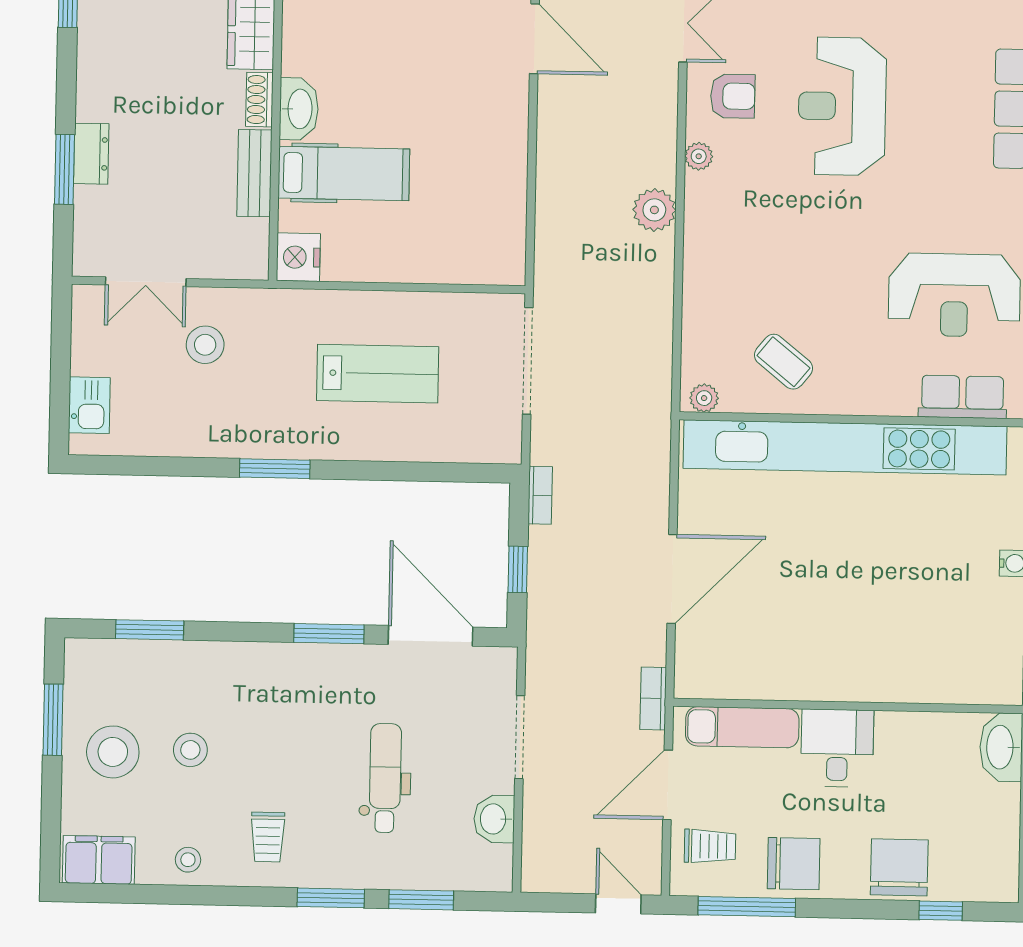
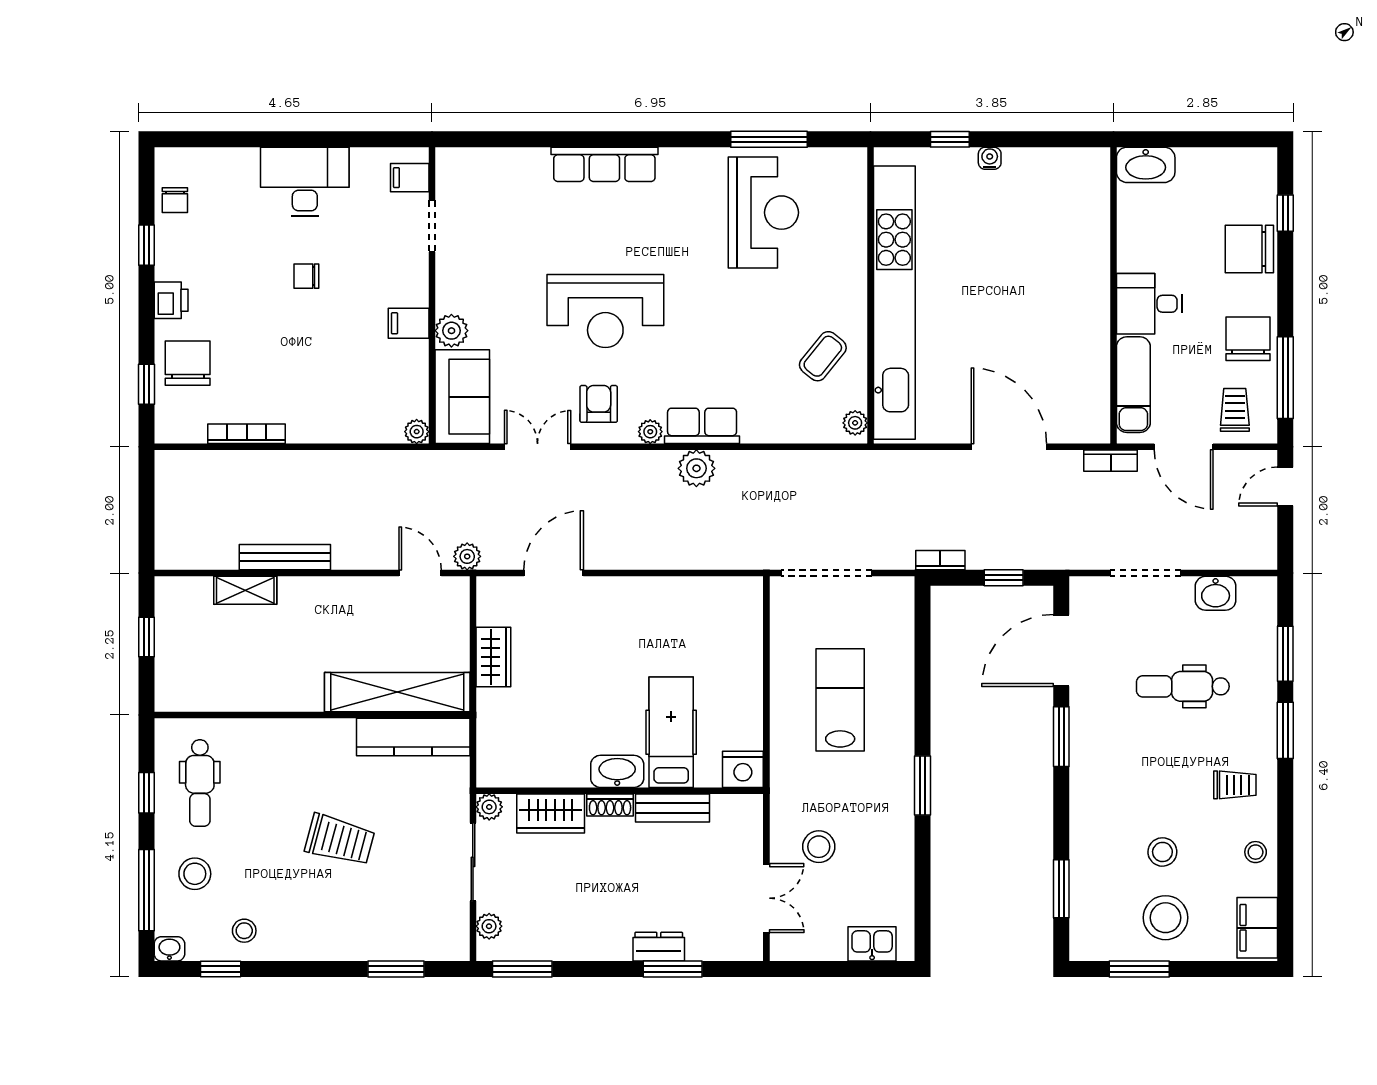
row of seats: (963, 397) -> (702, 426), moved, turned 90

